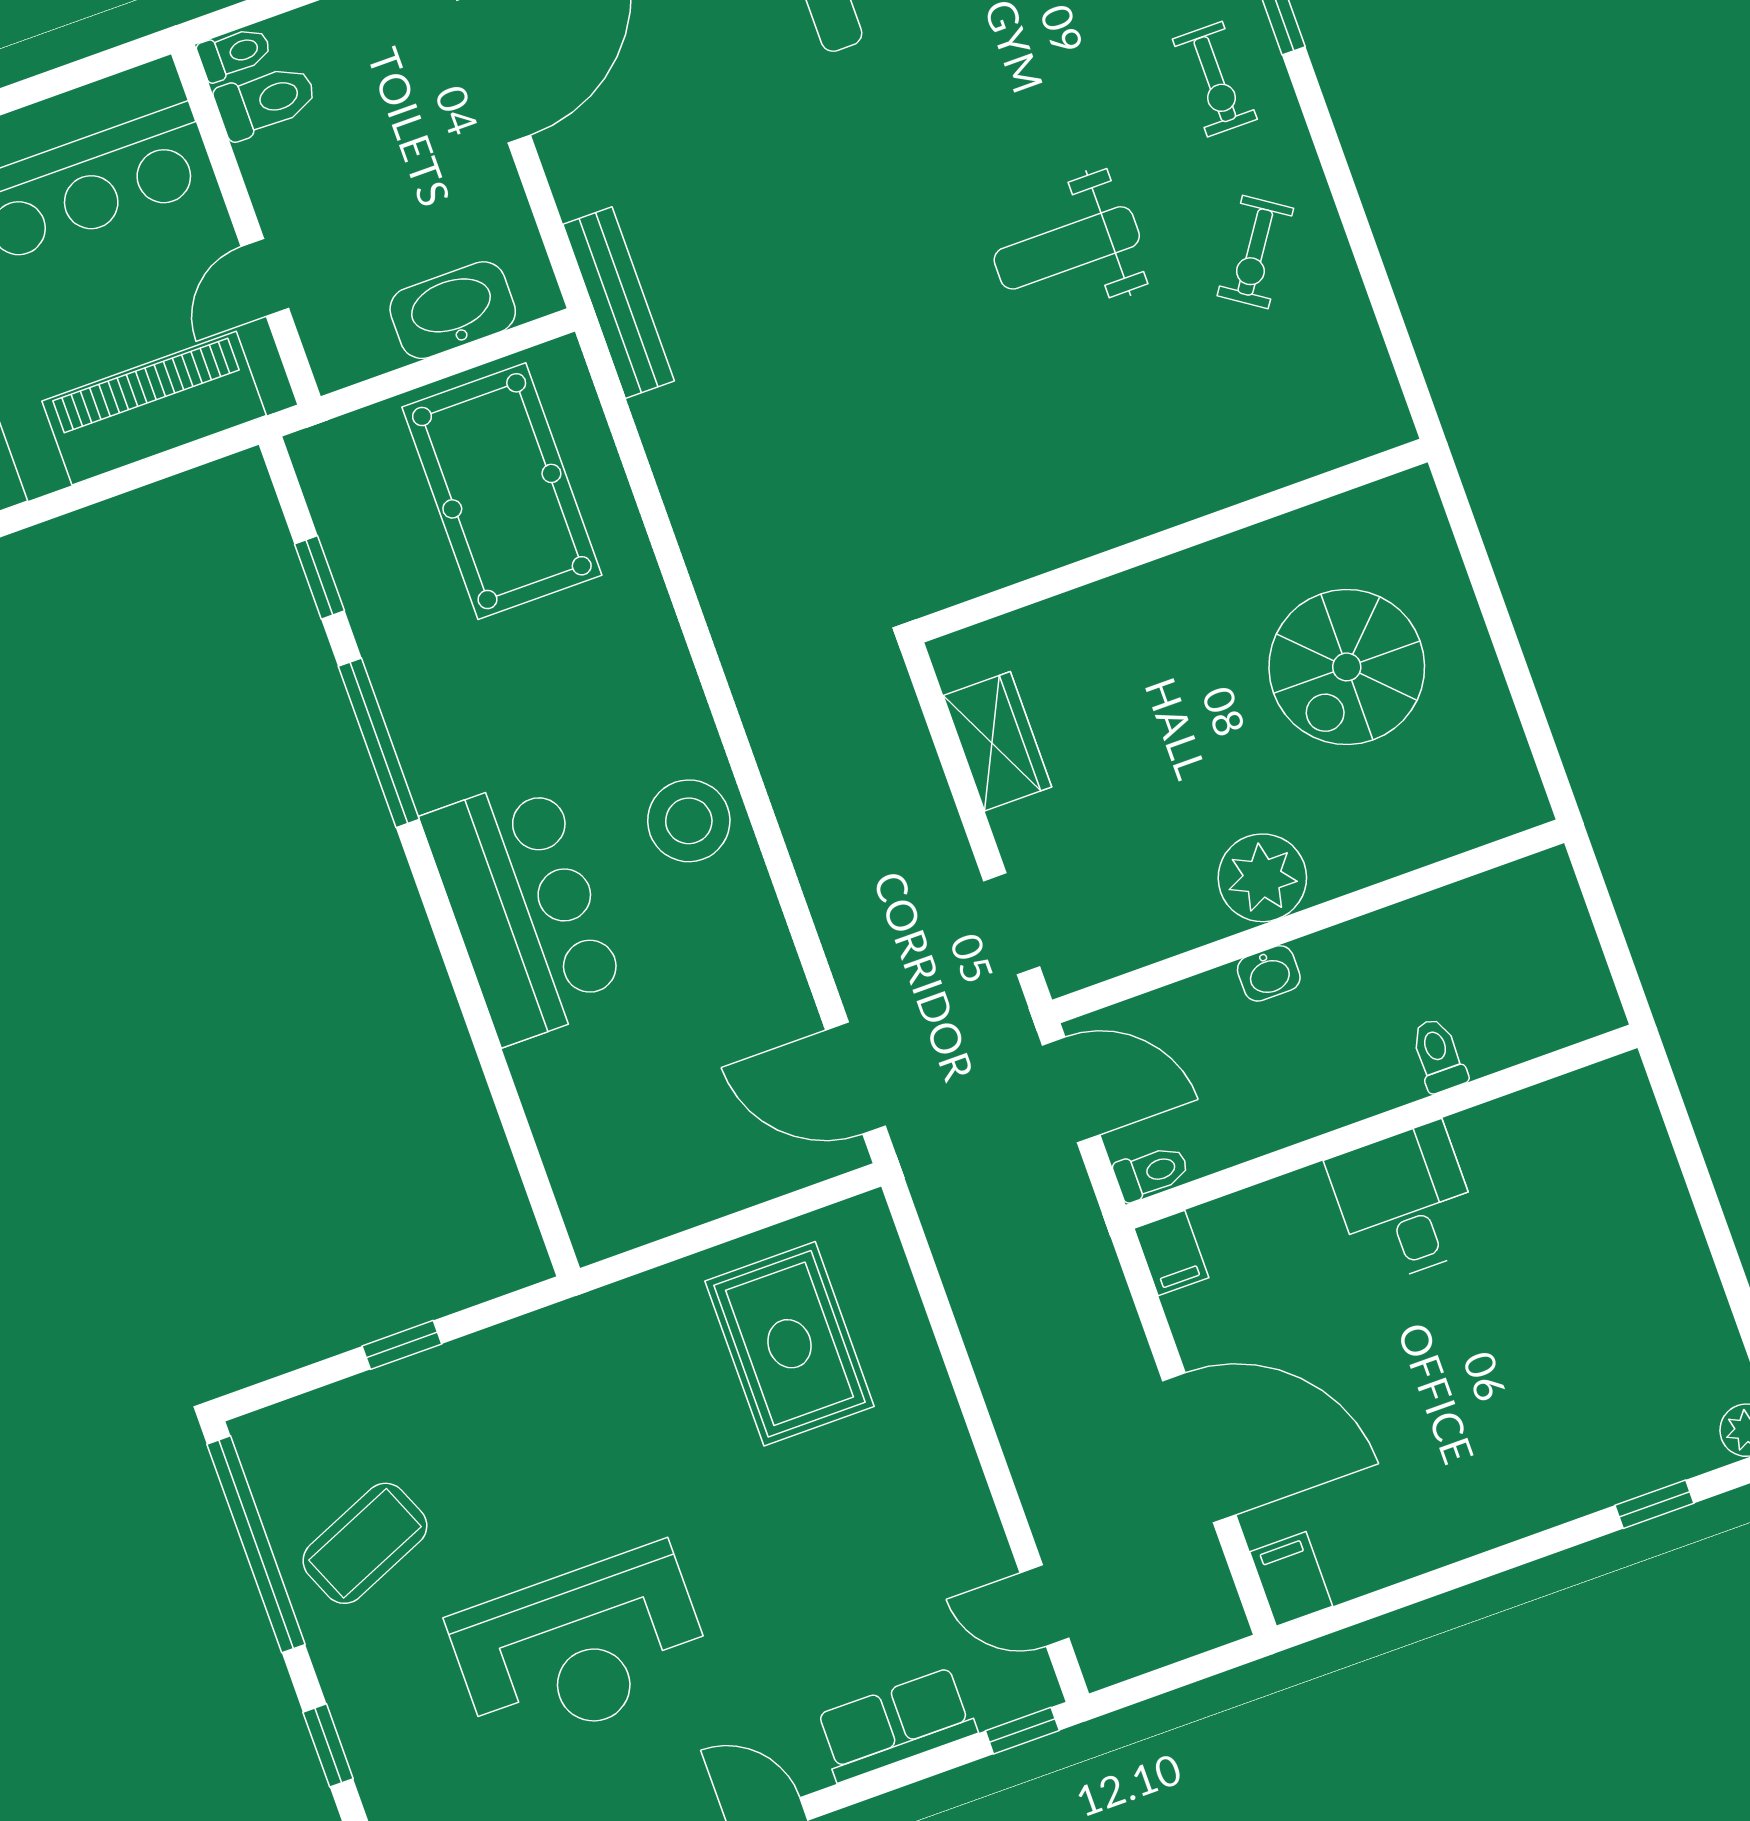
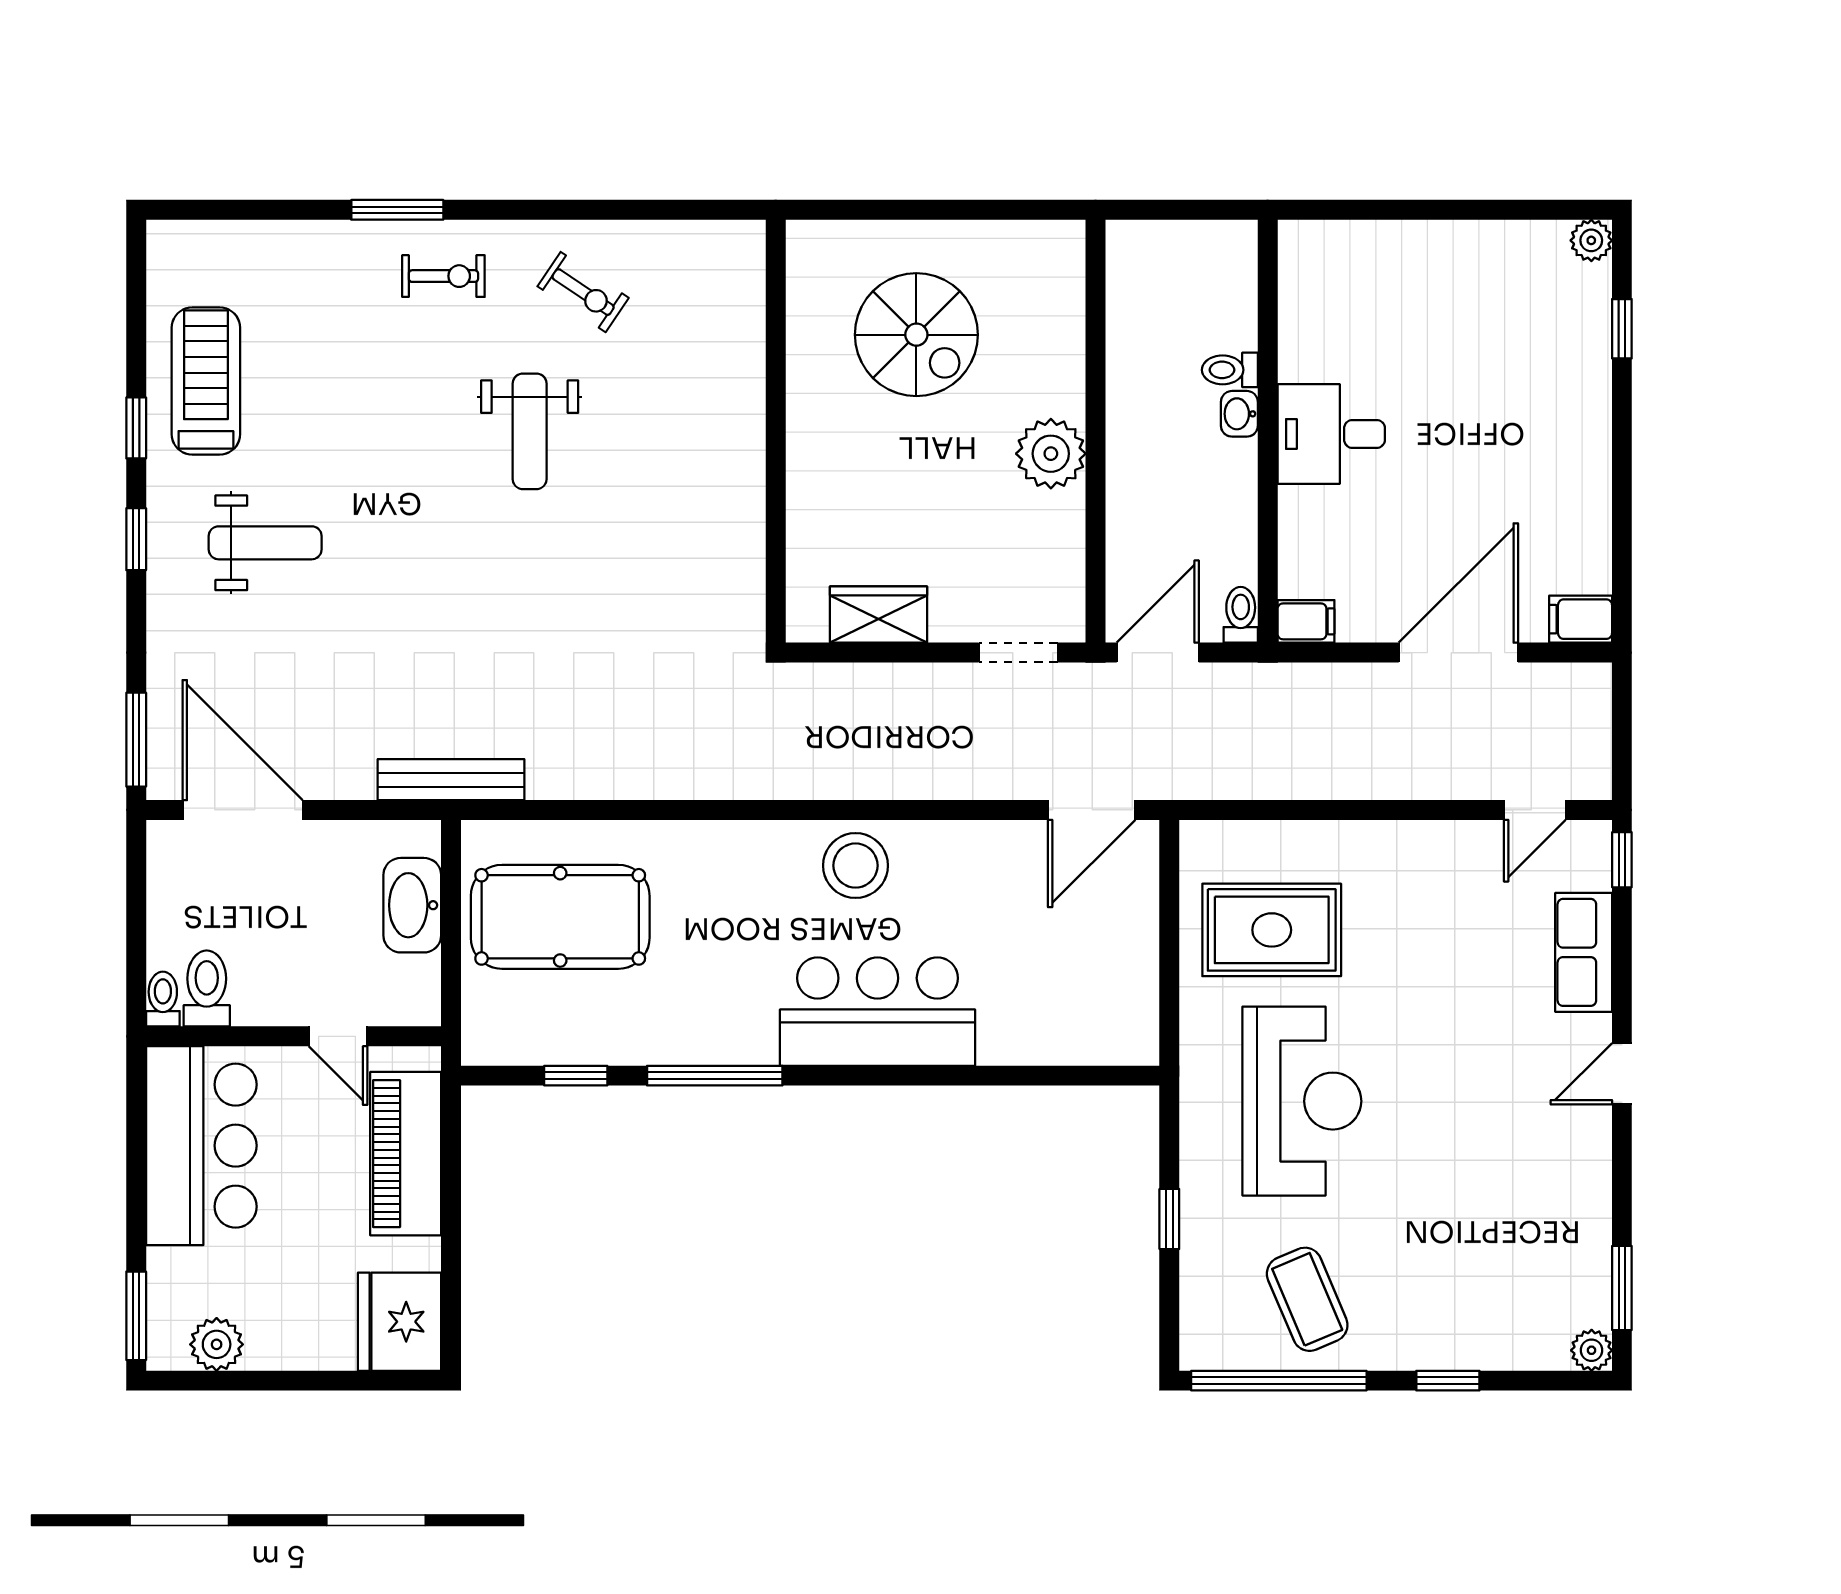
washbasin: (1269, 973) -> (1239, 414), moved, turned 180
reception desk: (581, 1648) -> (1302, 1101), moved

